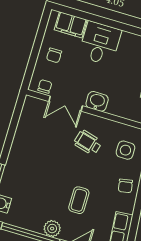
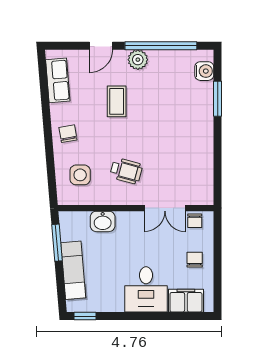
washbasin: (97, 101) -> (103, 221), moved
double door: (66, 104) -> (165, 208), swing flipped

